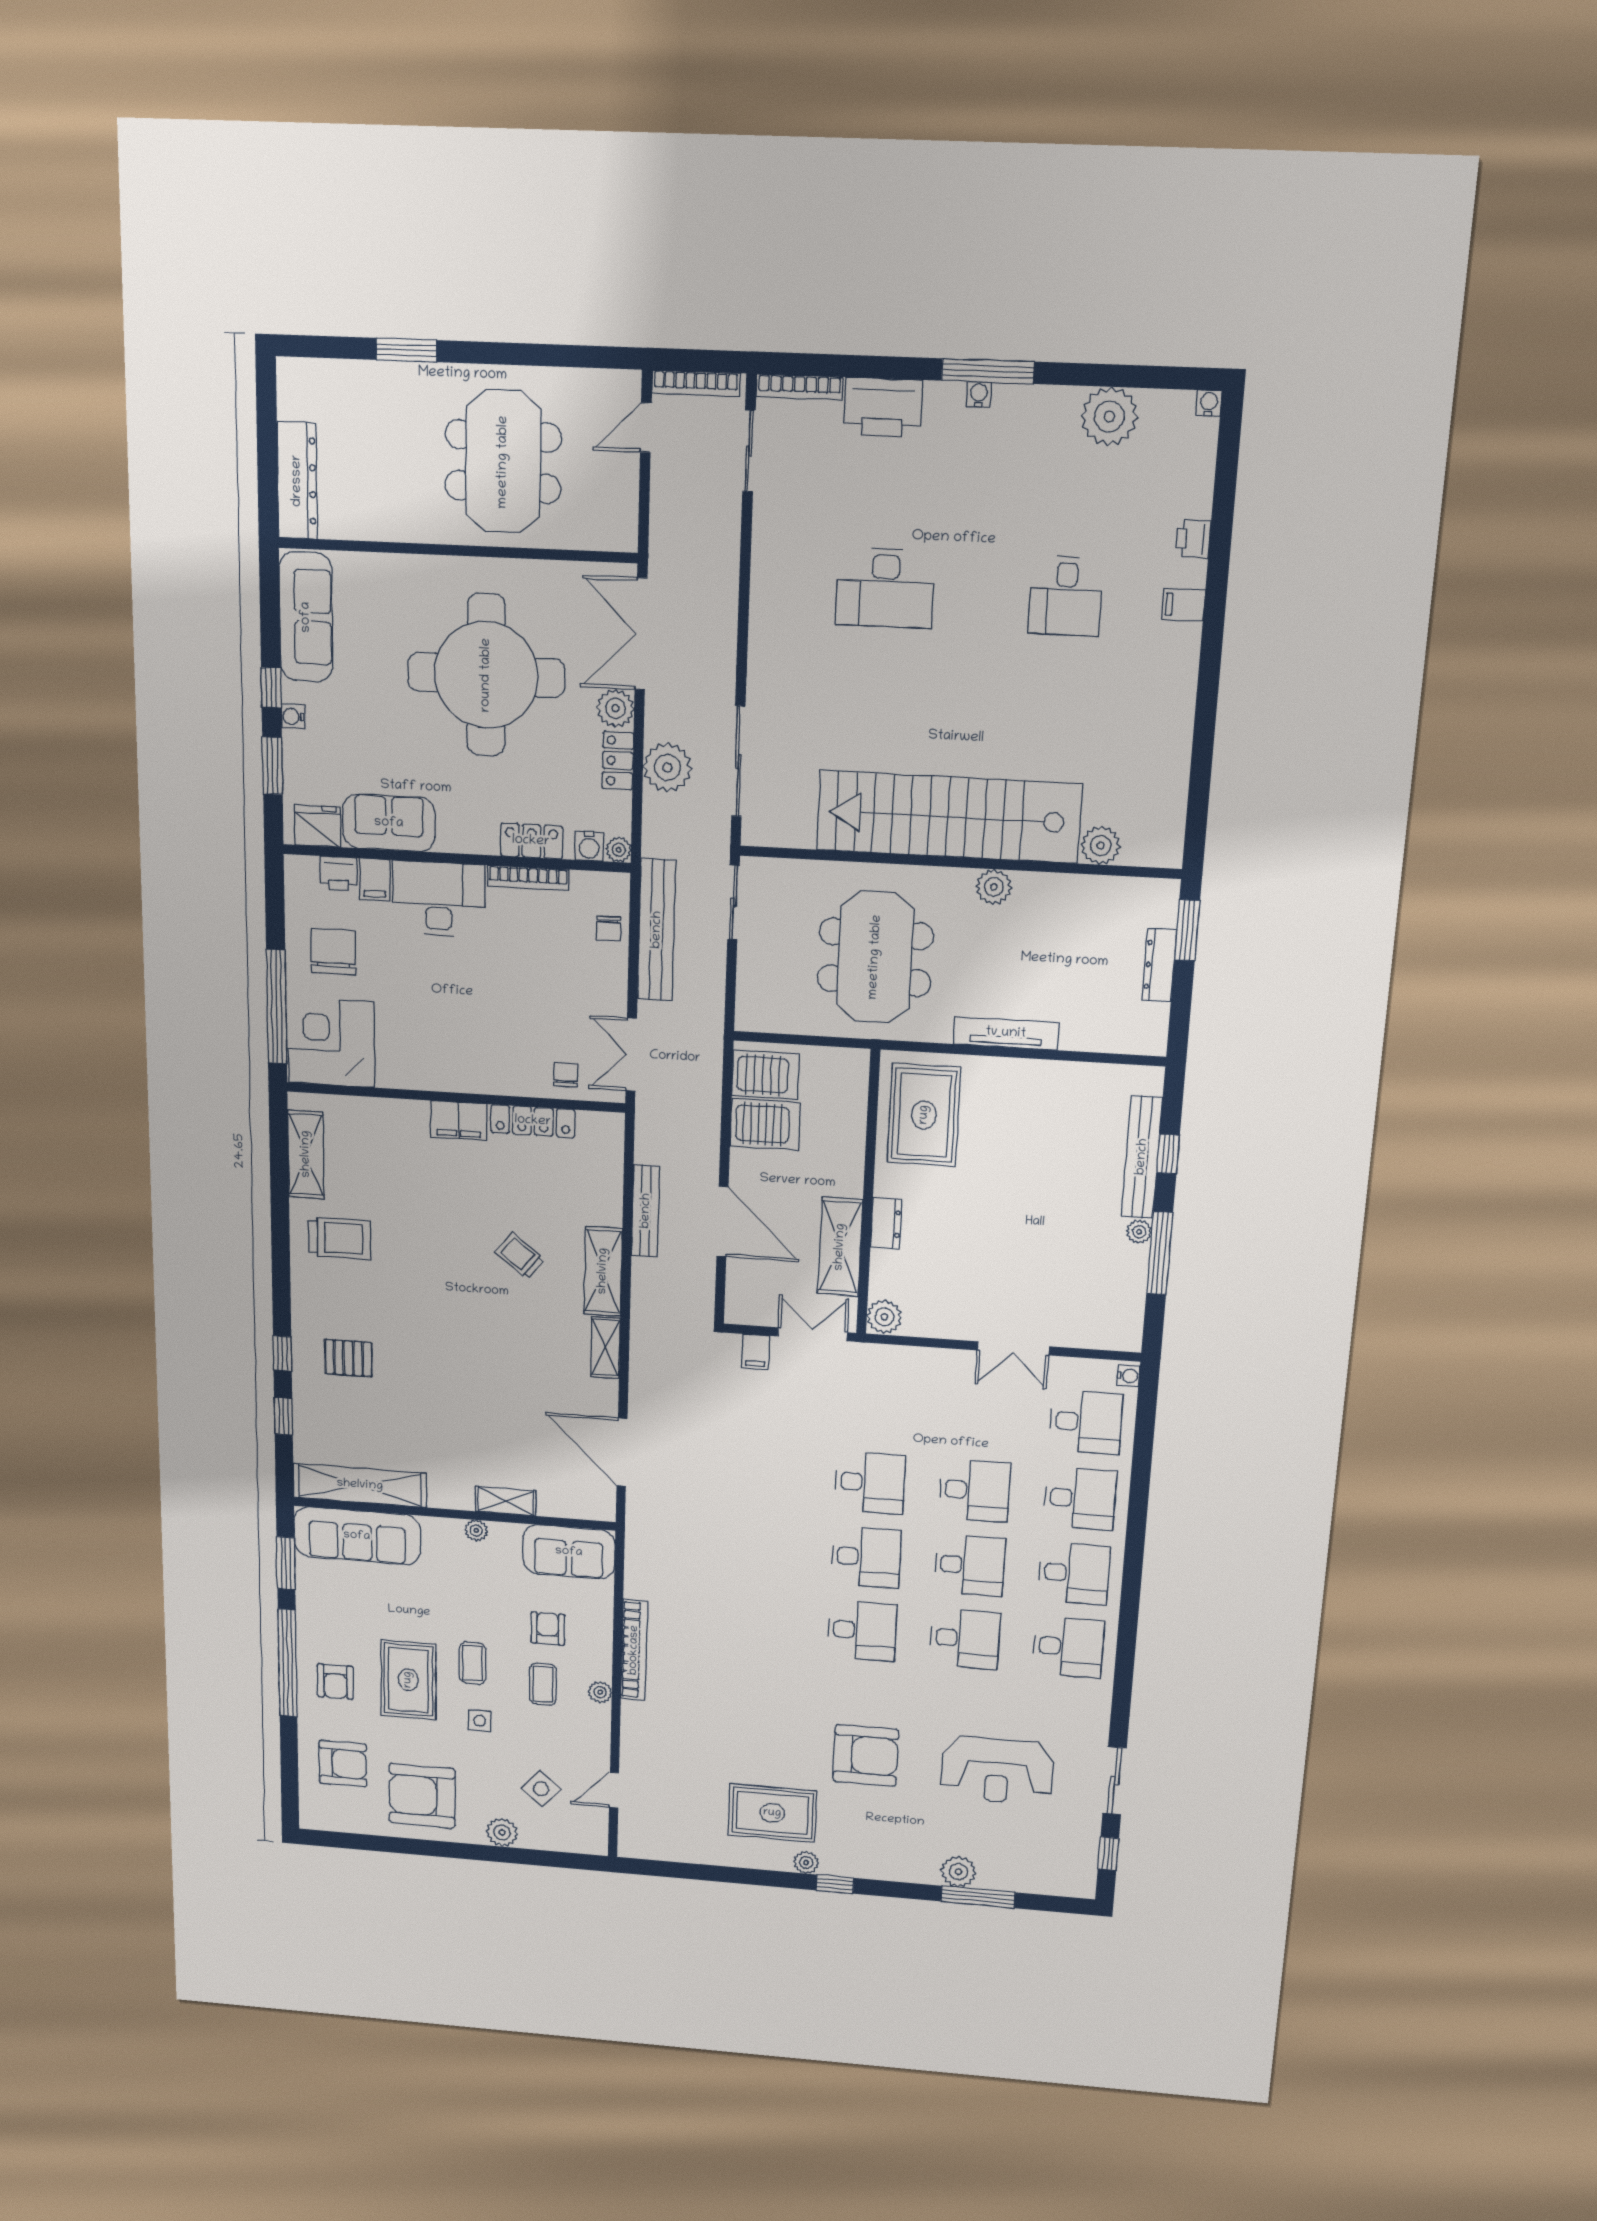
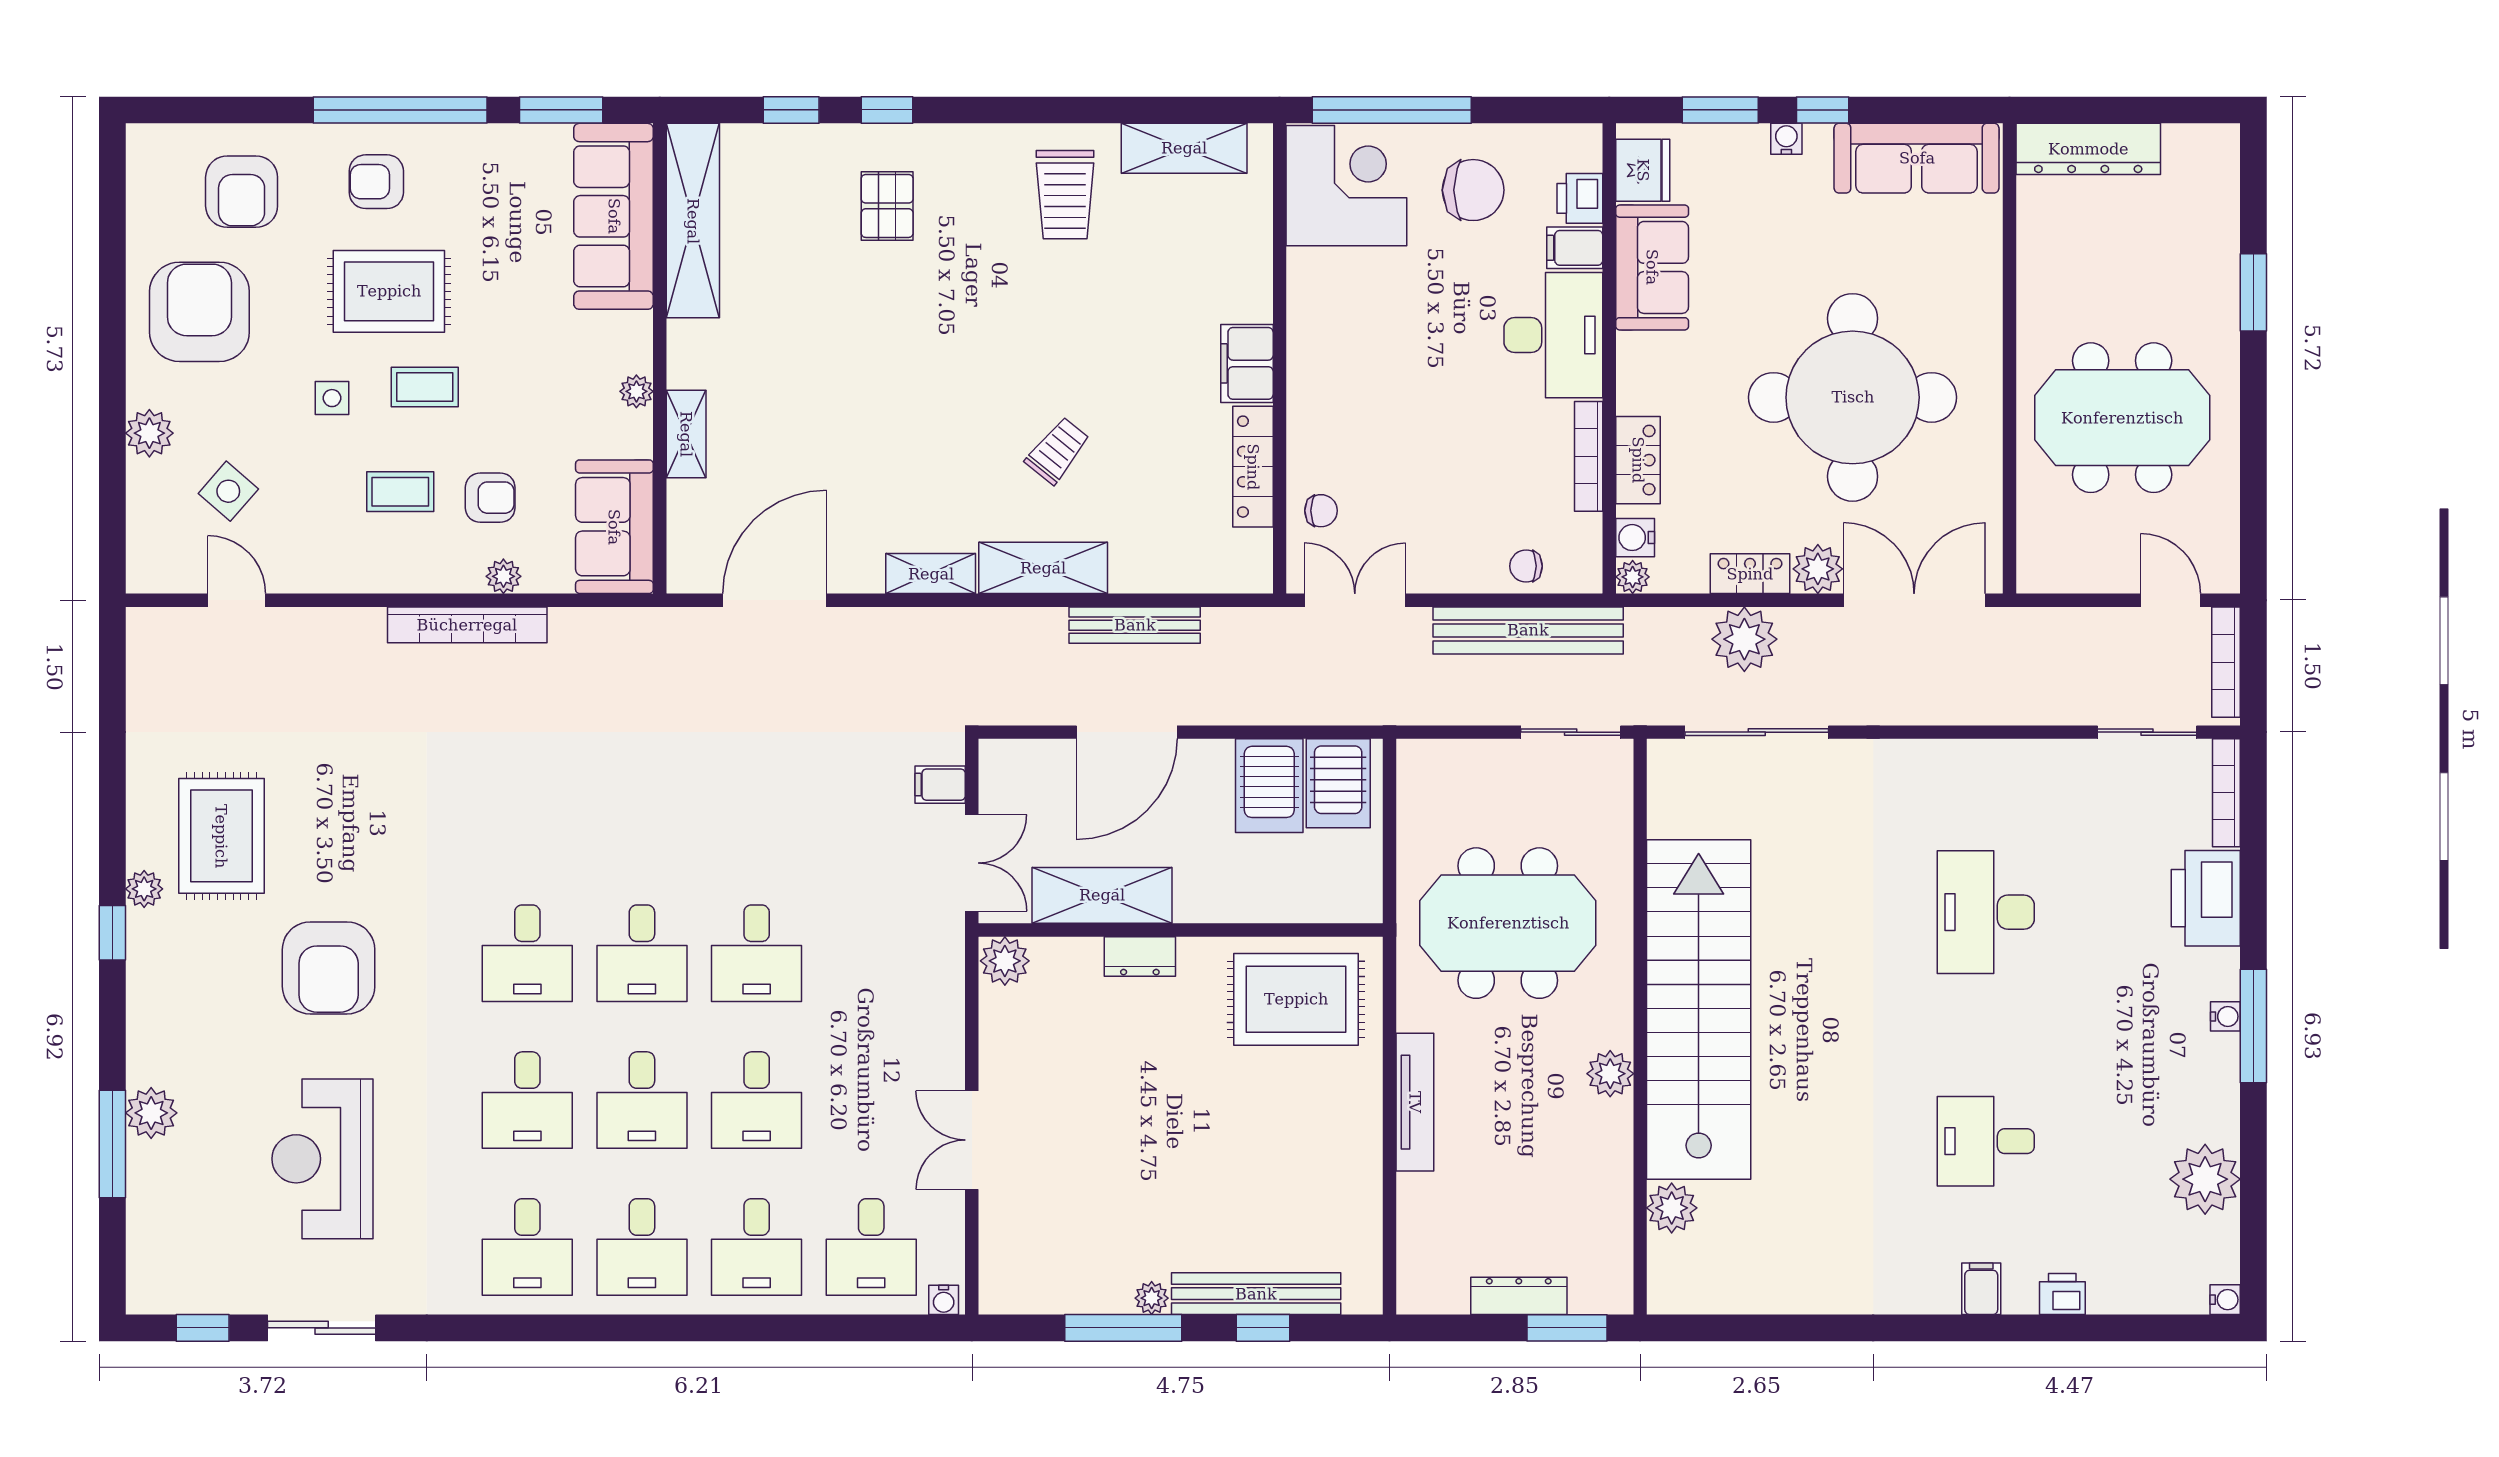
plant: (600, 1692) -> (503, 576), moved

